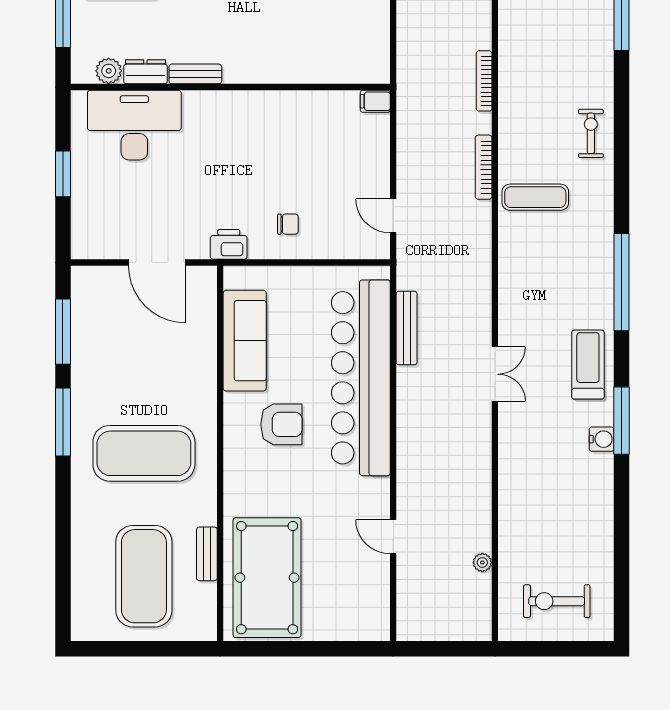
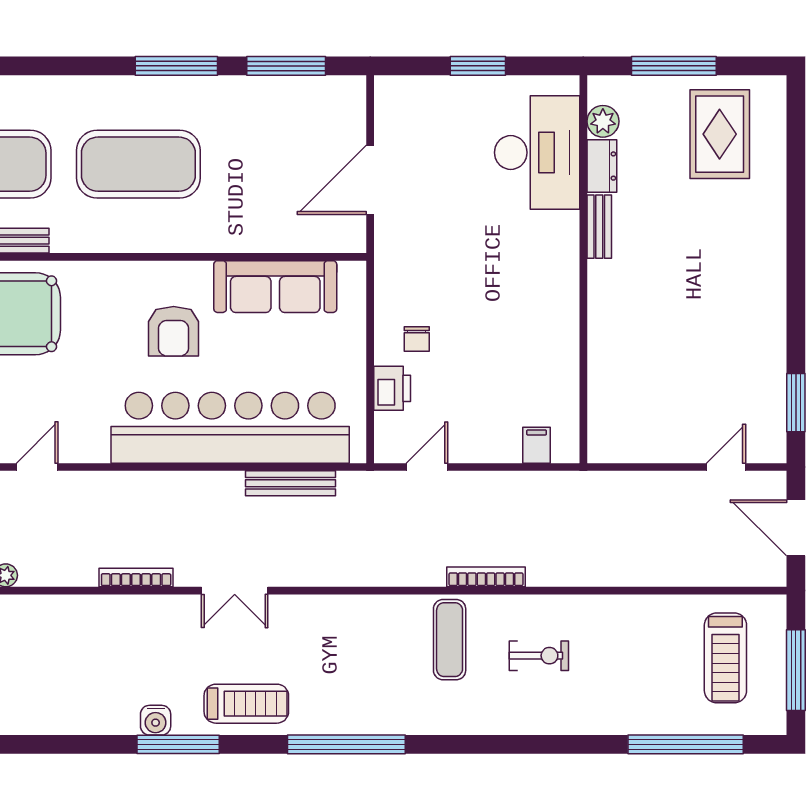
bookcase: (484, 81) -> (136, 577), moved
filing cabinet: (375, 101) -> (537, 445), moved
exercise bike: (591, 133) -> (539, 656), moved
printer: (229, 244) -> (392, 388), moved
exercise mat: (144, 453) -> (138, 164), turned 90

